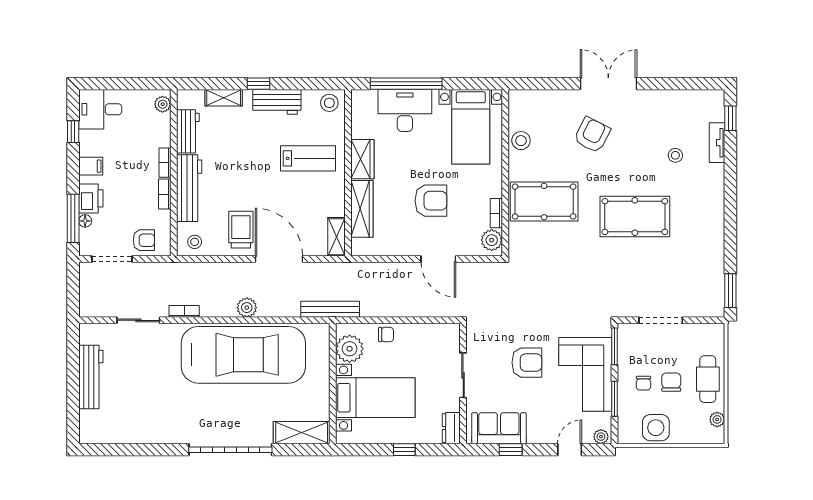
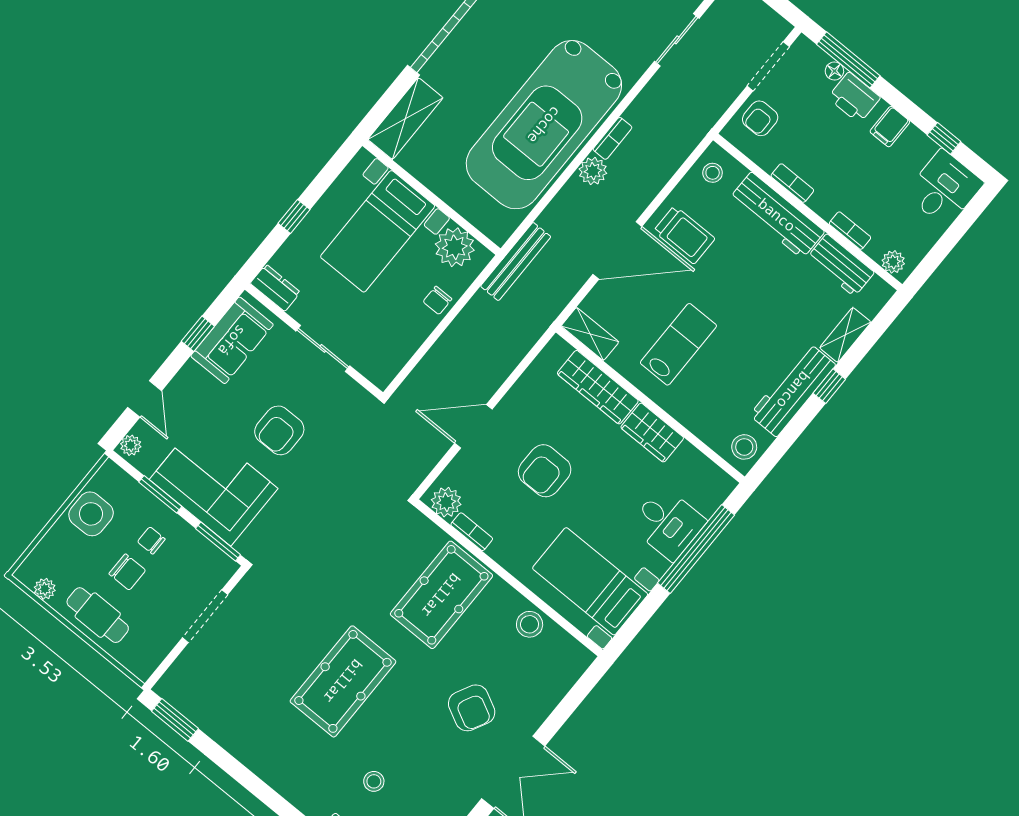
workbench: (277, 102) -> (793, 390), width x1.38
desk: (405, 110) -> (668, 523), width x0.73
lab bench: (308, 158) -> (678, 344), moved, turned 180
bookcase: (165, 163) -> (850, 231), moved
bookcase: (184, 311) -> (612, 138), moved

